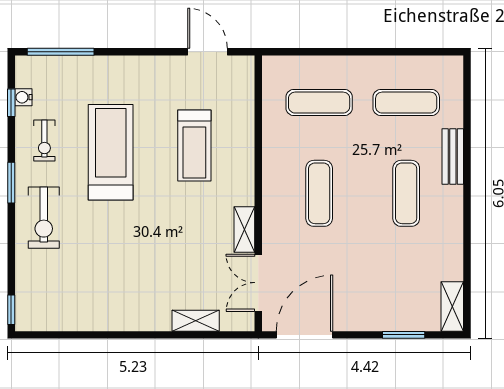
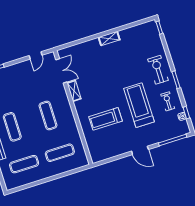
door: (208, 52) -> (140, 150), moved
treadmill: (194, 145) -> (105, 119), turned -90
treadmill: (111, 152) -> (139, 105), turned 180
shelving: (196, 321) -> (109, 39), moved
door: (305, 335) -> (36, 55), width x0.53

